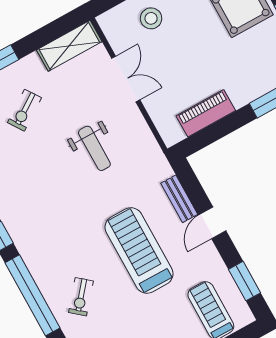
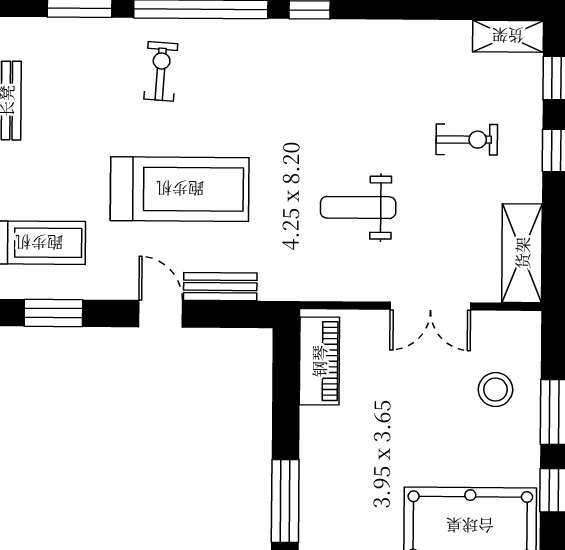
exercise bike: (24, 110) -> (467, 140), turned 124
piano: (206, 113) -> (319, 361), moved
exercise bike: (81, 297) -> (161, 71), turned 54

